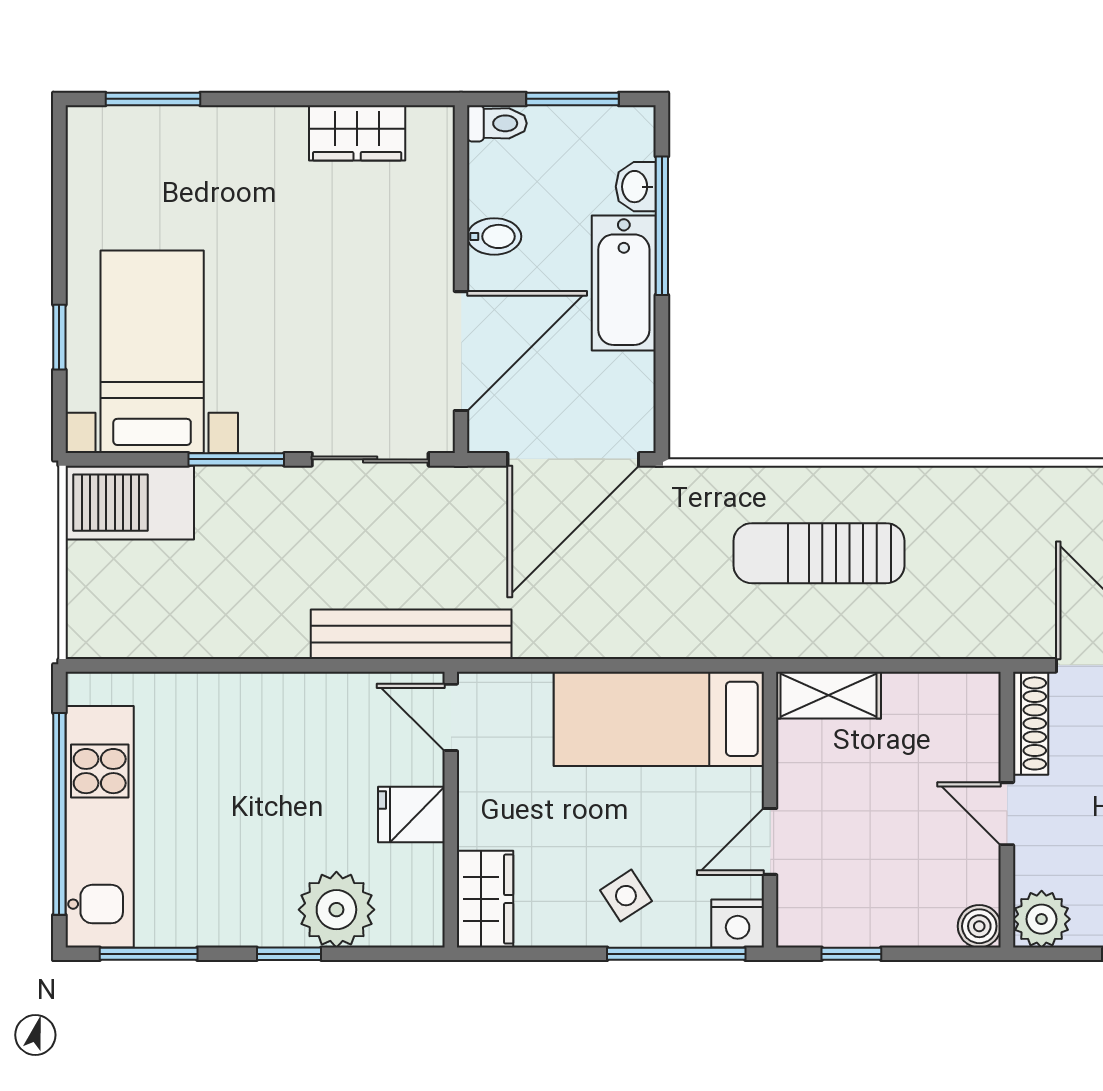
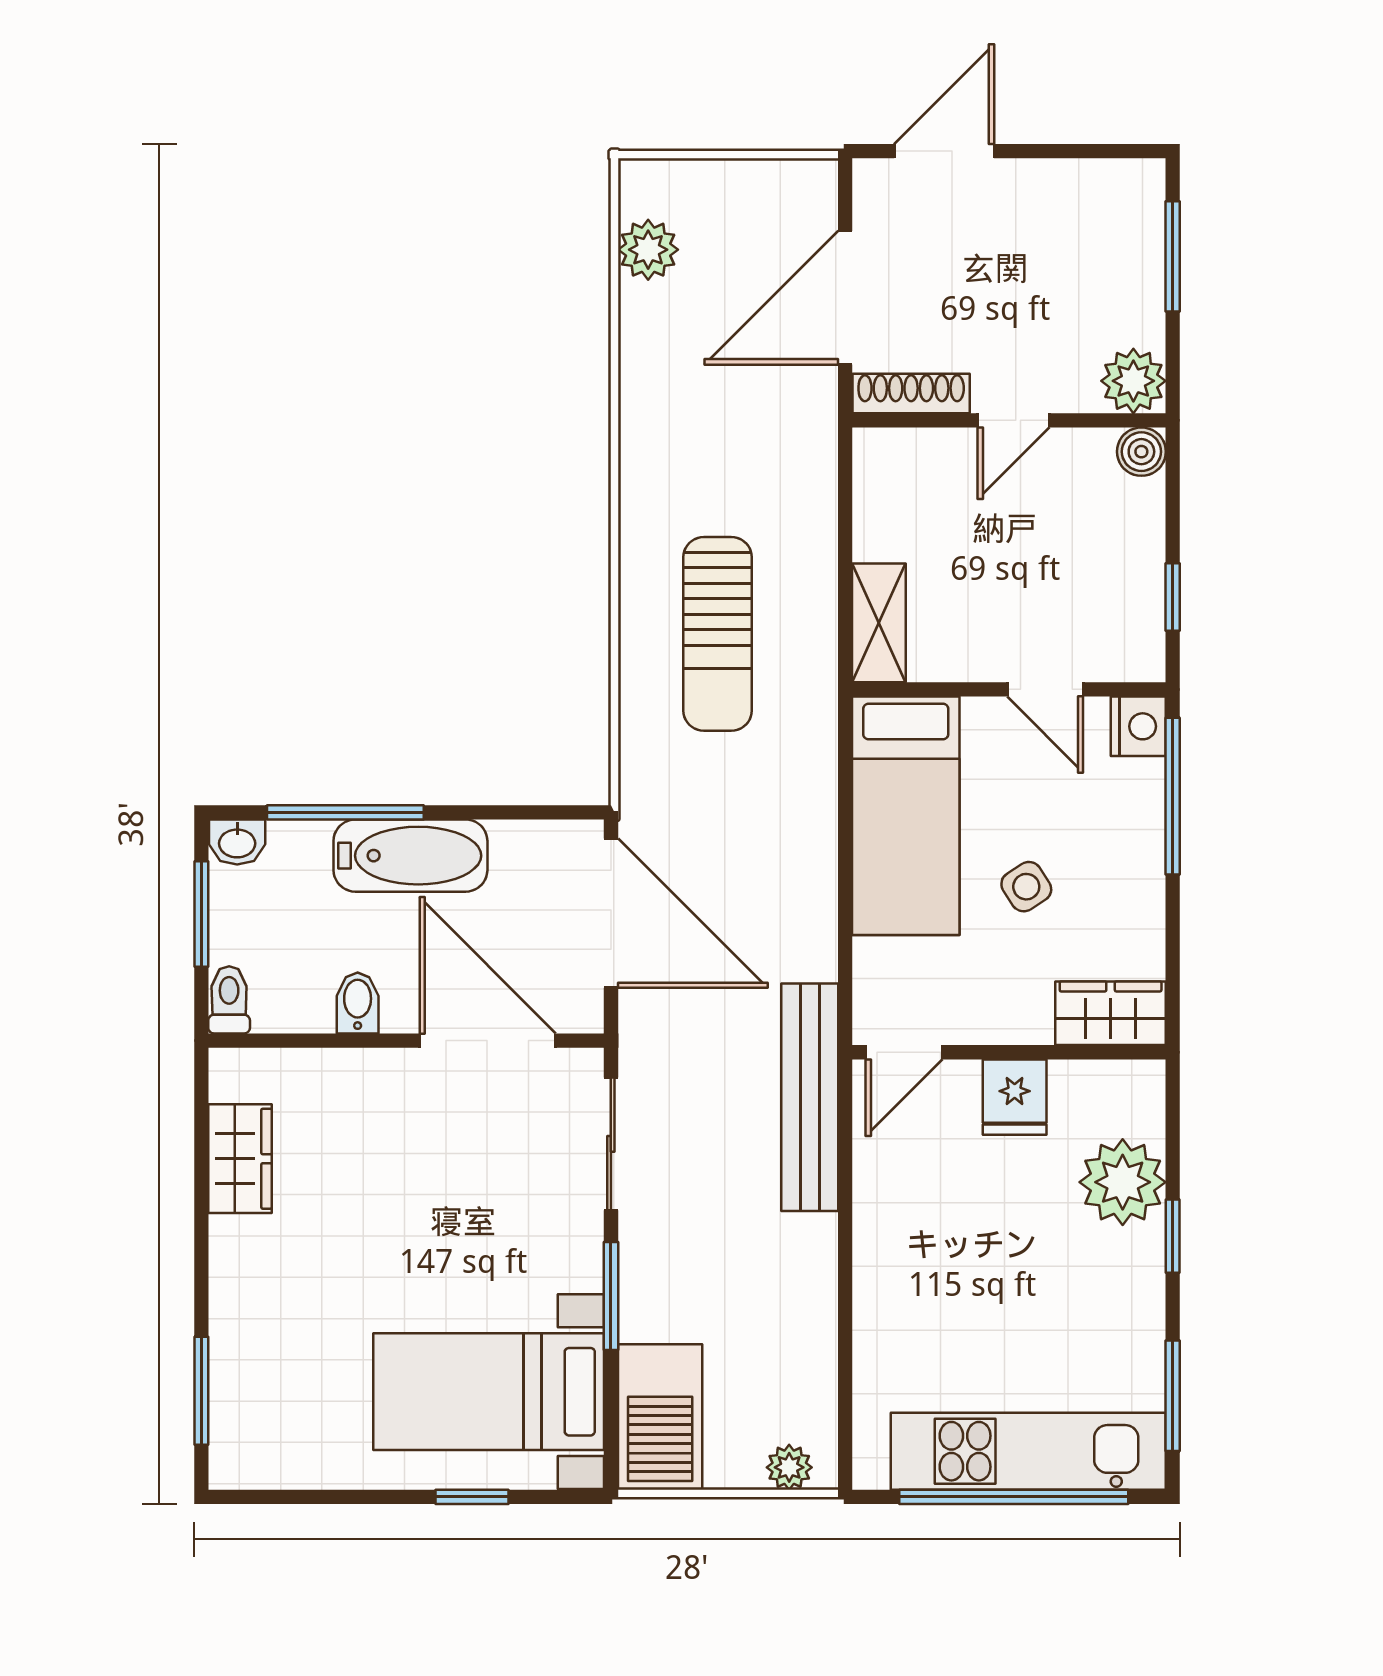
washbasin: (636, 187) -> (237, 842), moved
plant: (86, 616) -> (789, 1467), added
side table: (626, 896) -> (1026, 887), moved

